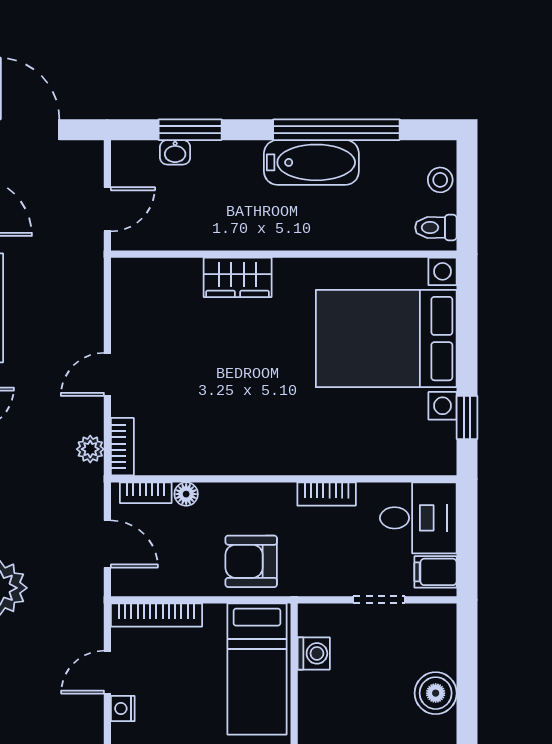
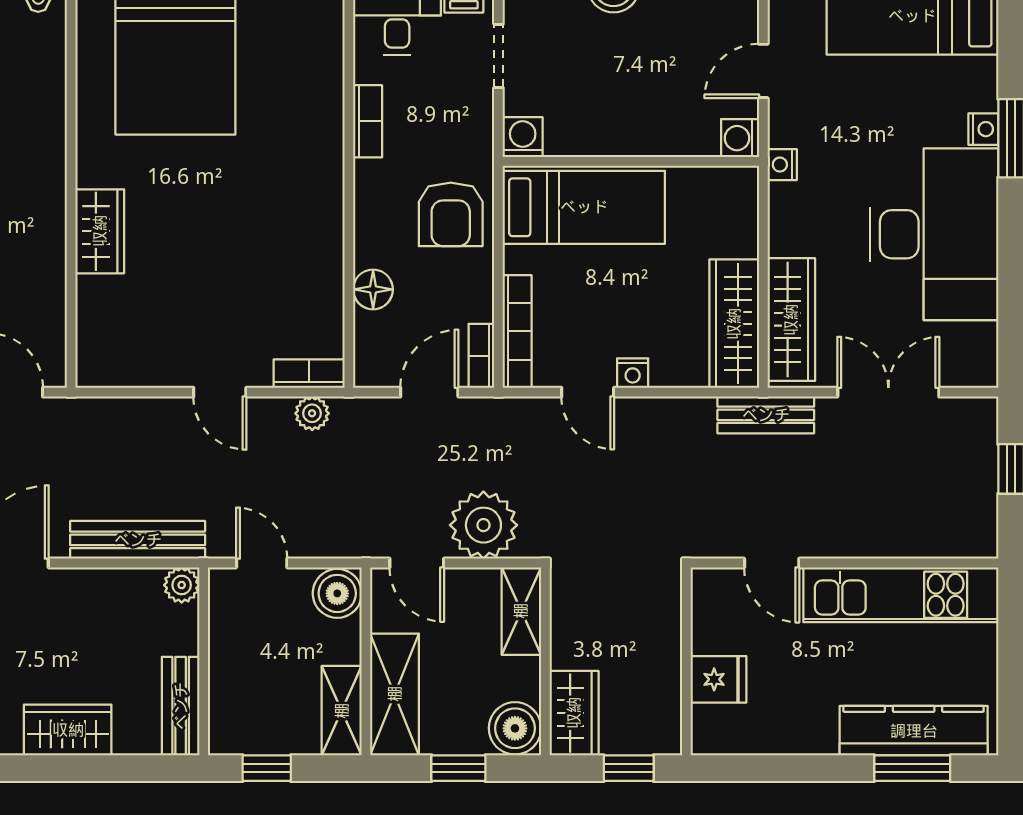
bookcase: (146, 493) -> (481, 356), moved, turned 180
floor lamp: (186, 494) -> (373, 289), width x1.37, depth x1.37
washing machine: (314, 653) -> (523, 137), moved

